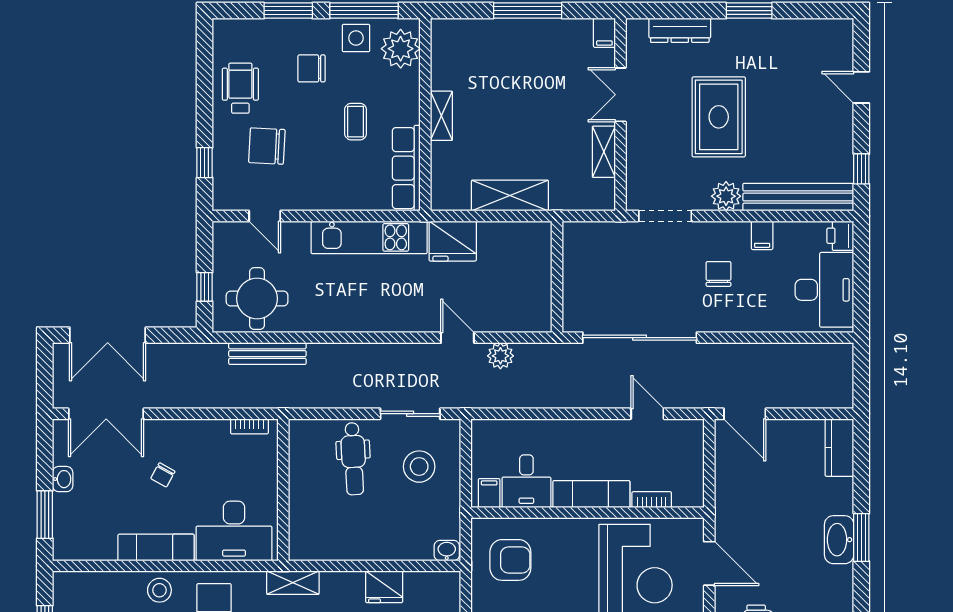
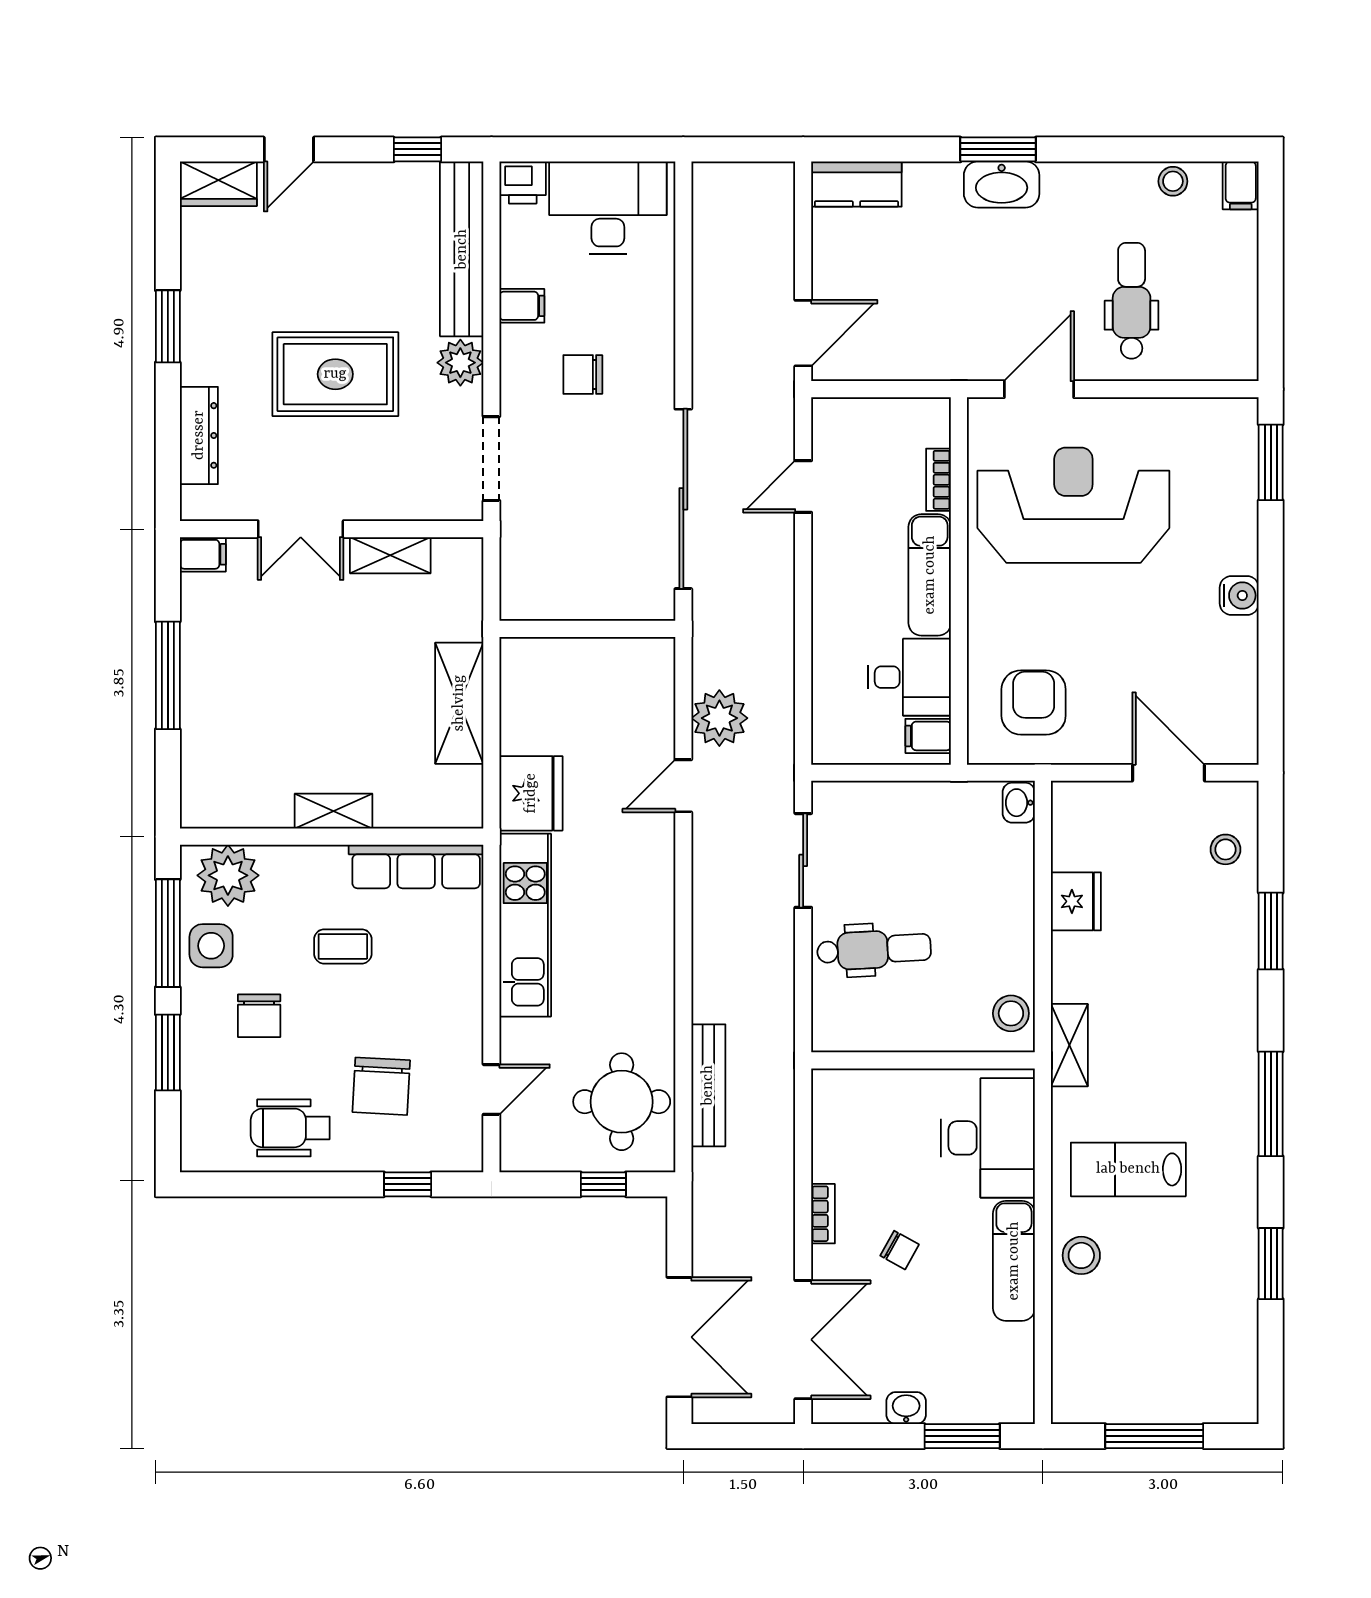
wardrobe: (840, 43) -> (218, 184), added
plant: (500, 356) -> (719, 718), width x1.36, depth x1.36
bookcase: (249, 426) -> (823, 1214), moved
stool: (419, 467) -> (1011, 1013), moved, width x0.73, depth x0.73

